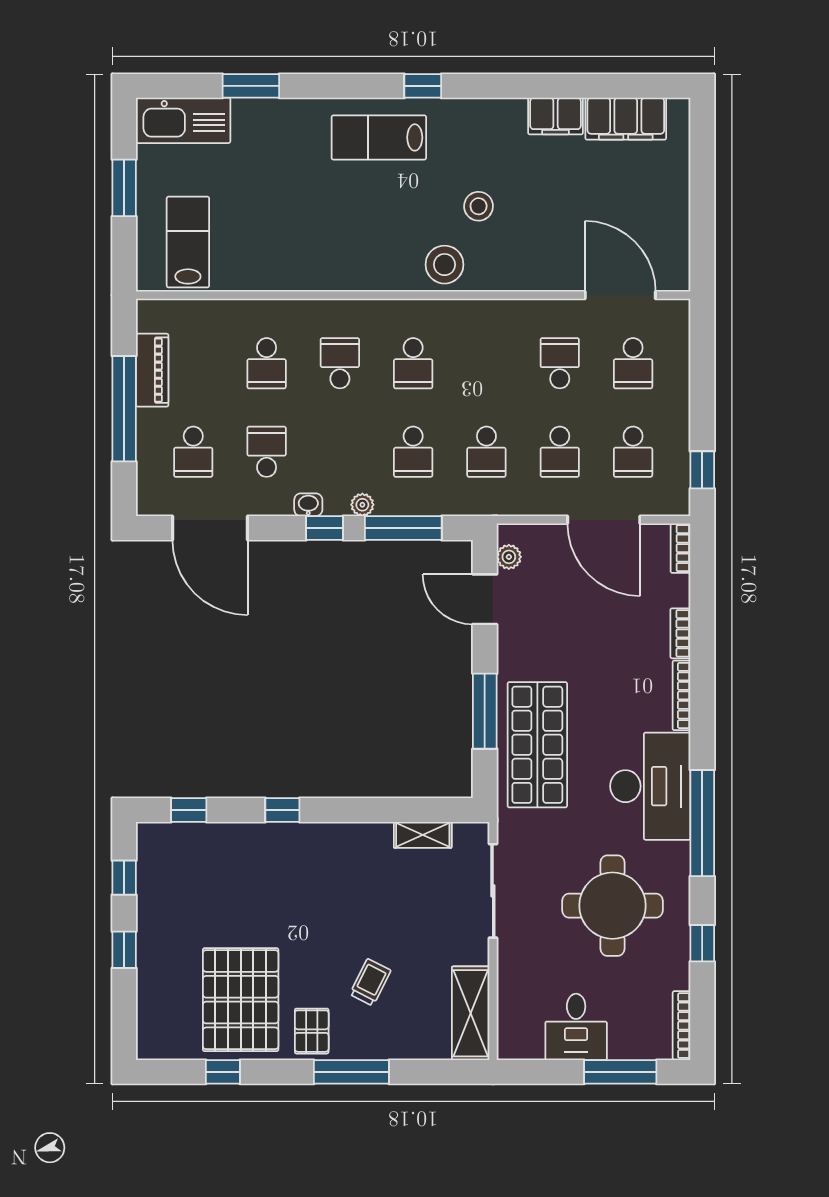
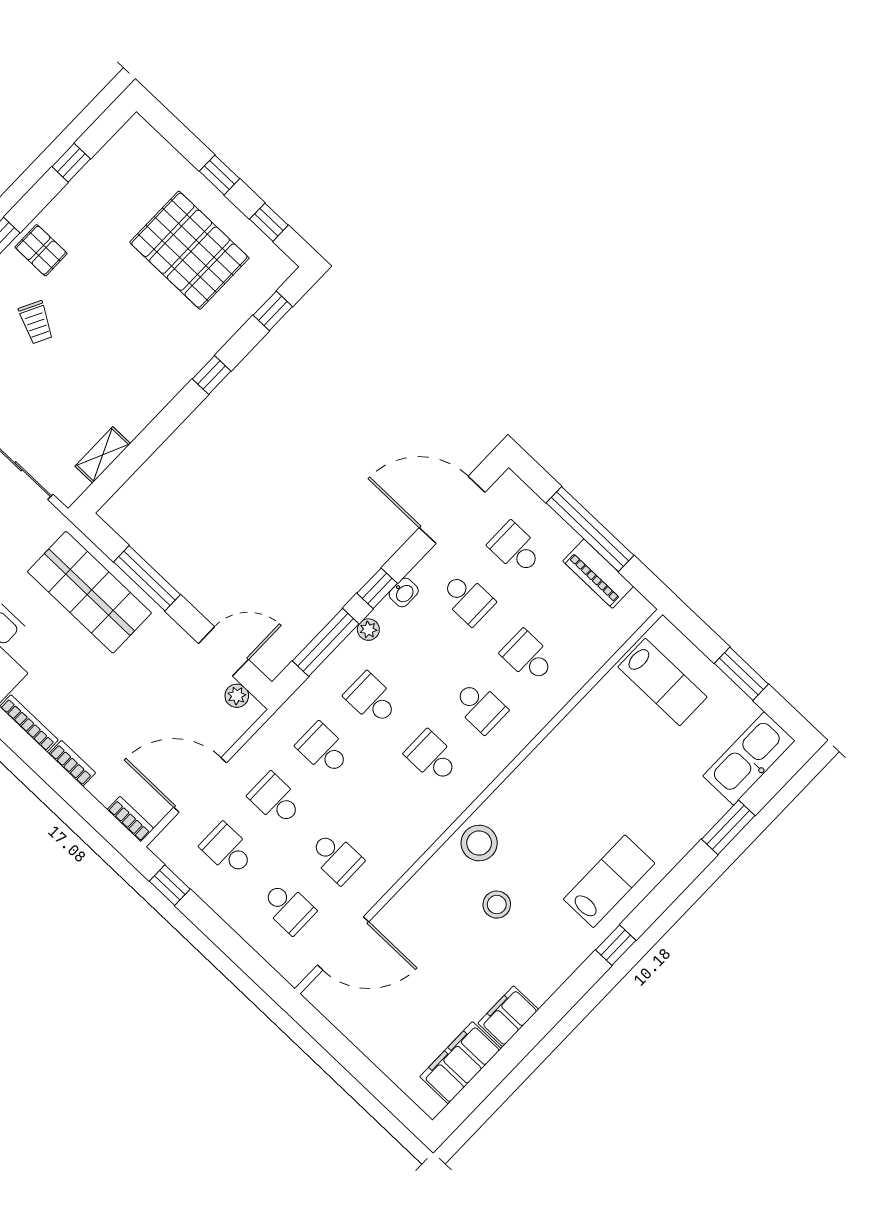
school desk: (633, 363) -> (288, 908), turned 180
pallet: (241, 1000) -> (189, 250), moved

